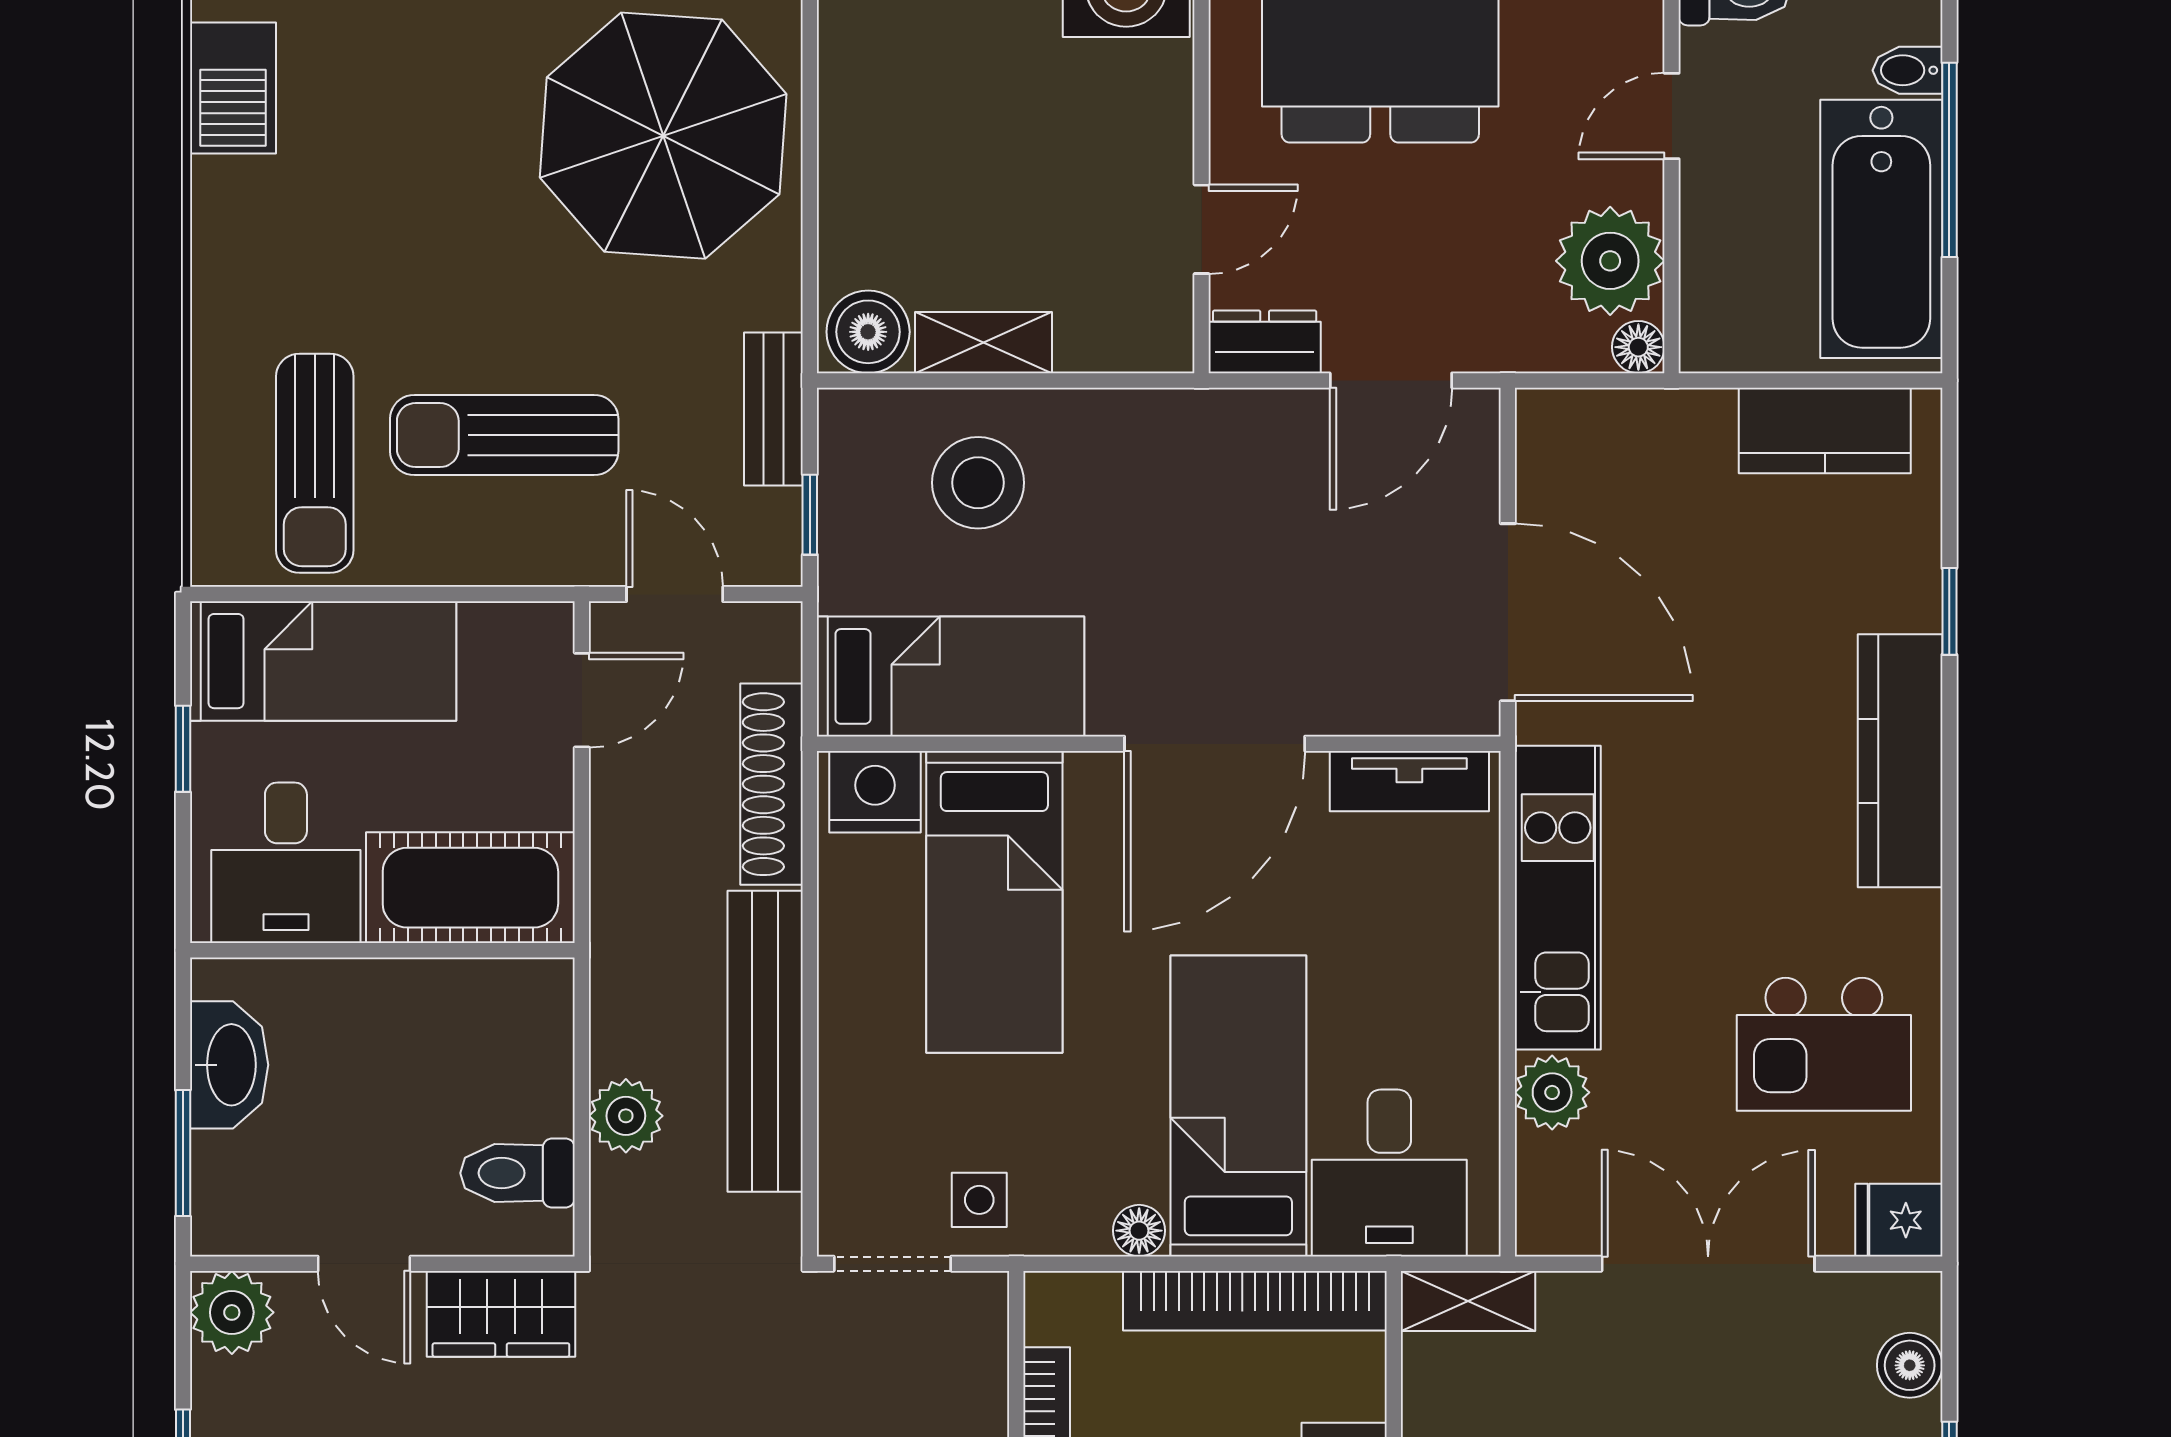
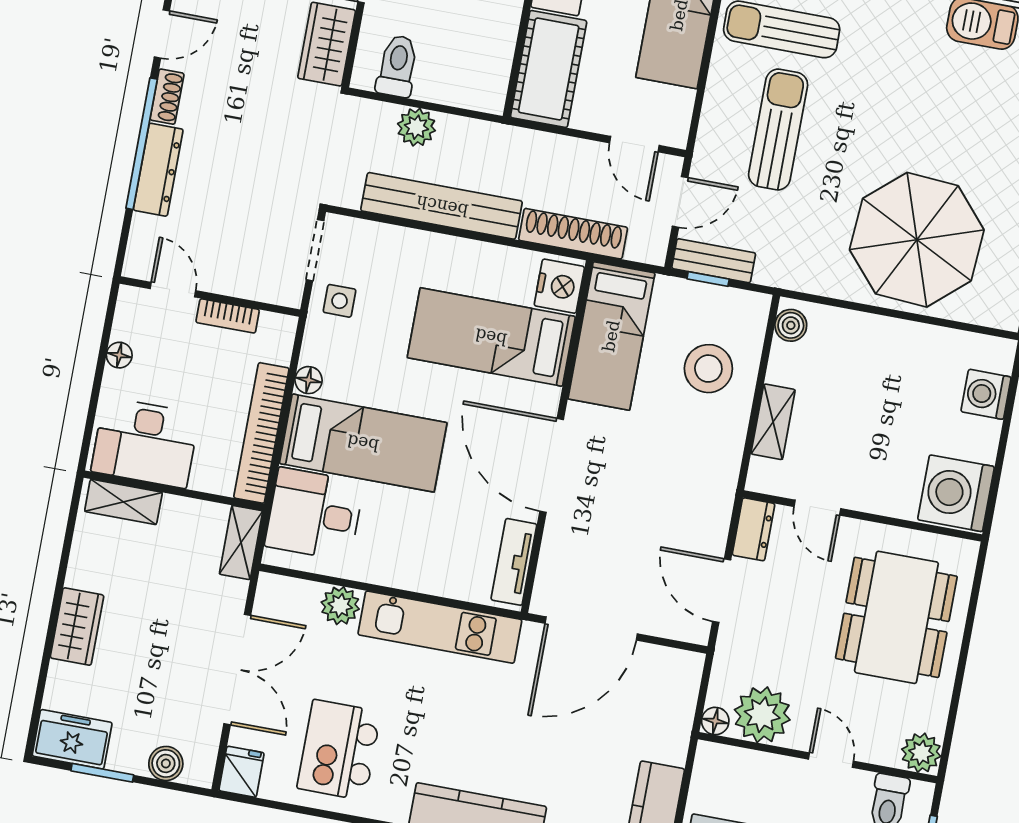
boiler: (868, 332) -> (791, 325), width x0.73, depth x0.73
shelving: (983, 343) -> (773, 422), moved
bench: (773, 409) -> (714, 261), moved

